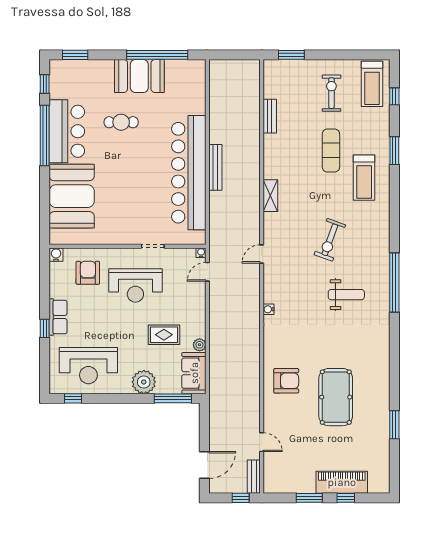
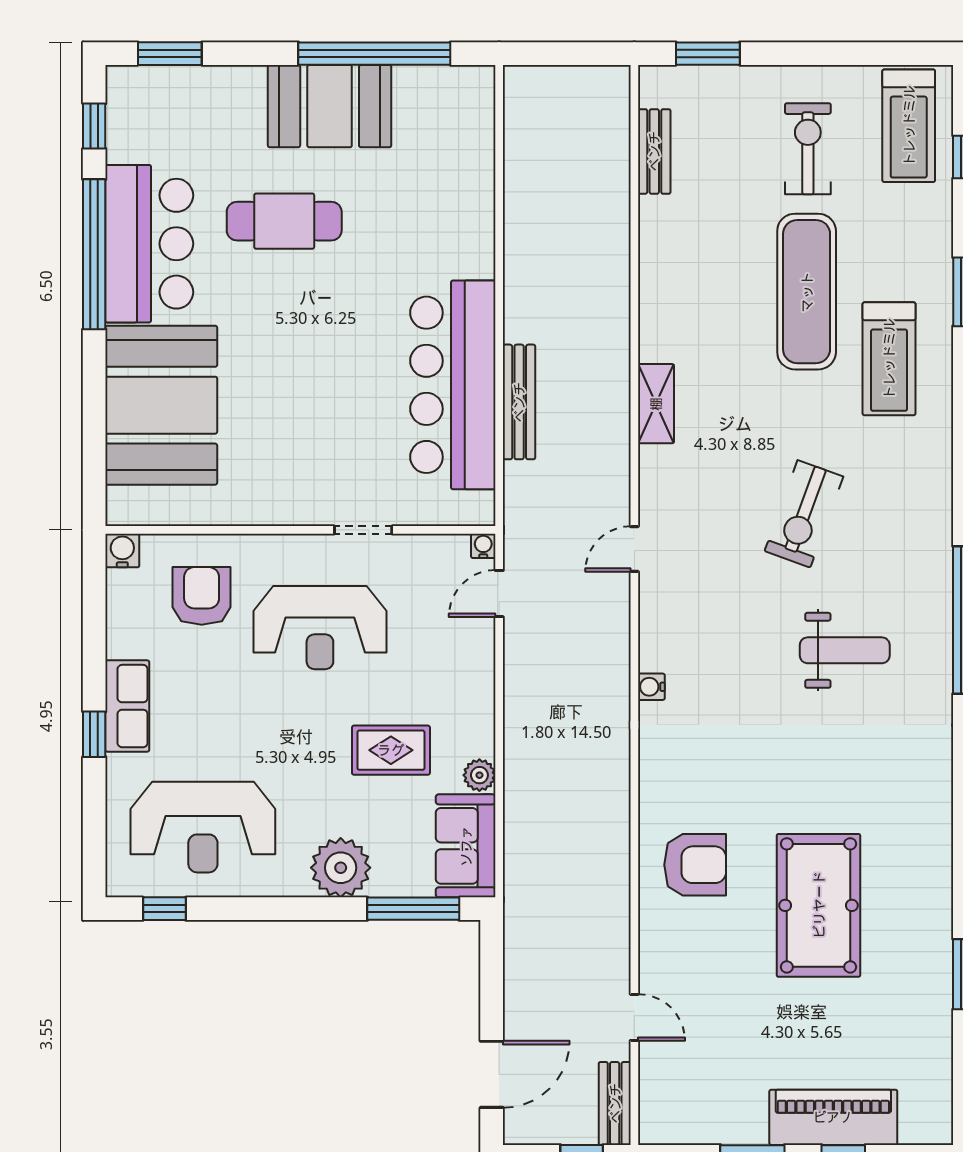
bench: (270, 116) -> (654, 151), moved
cafe table: (121, 122) -> (284, 221), width x1.37, depth x1.35
exercise mat: (331, 151) -> (807, 292), width x1.36, depth x1.45
bench: (215, 167) -> (519, 402), moved
bar counter: (189, 173) -> (453, 385), width x0.73

